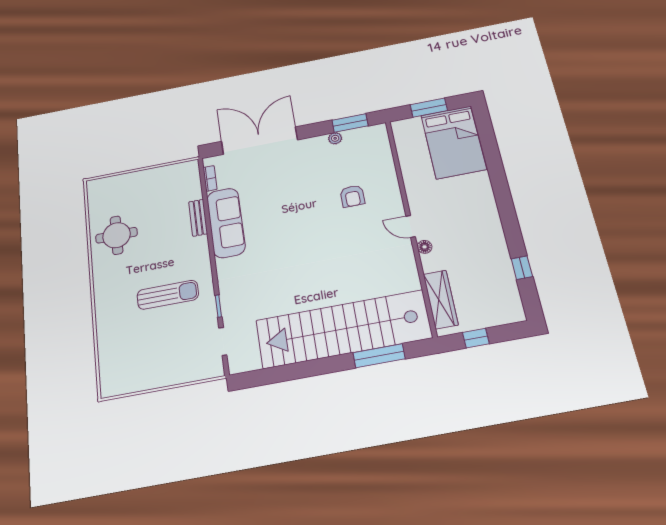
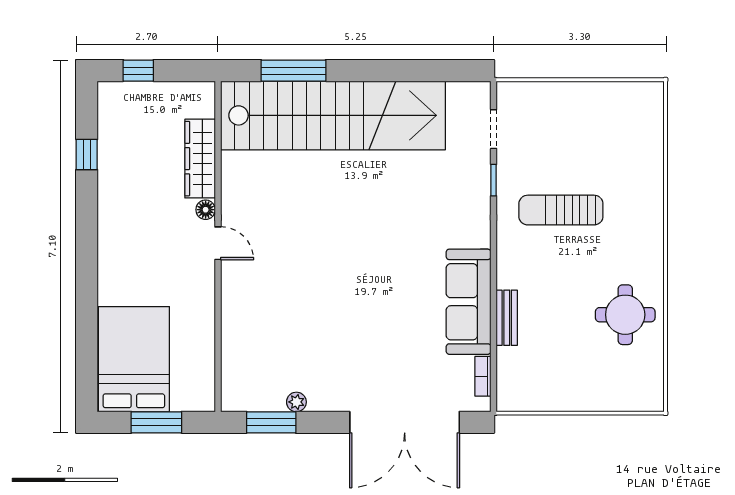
armchair: (352, 196) -> (288, 306), removed
wardrobe: (441, 299) -> (200, 159), moved
window: (476, 338) -> (138, 71), moved

